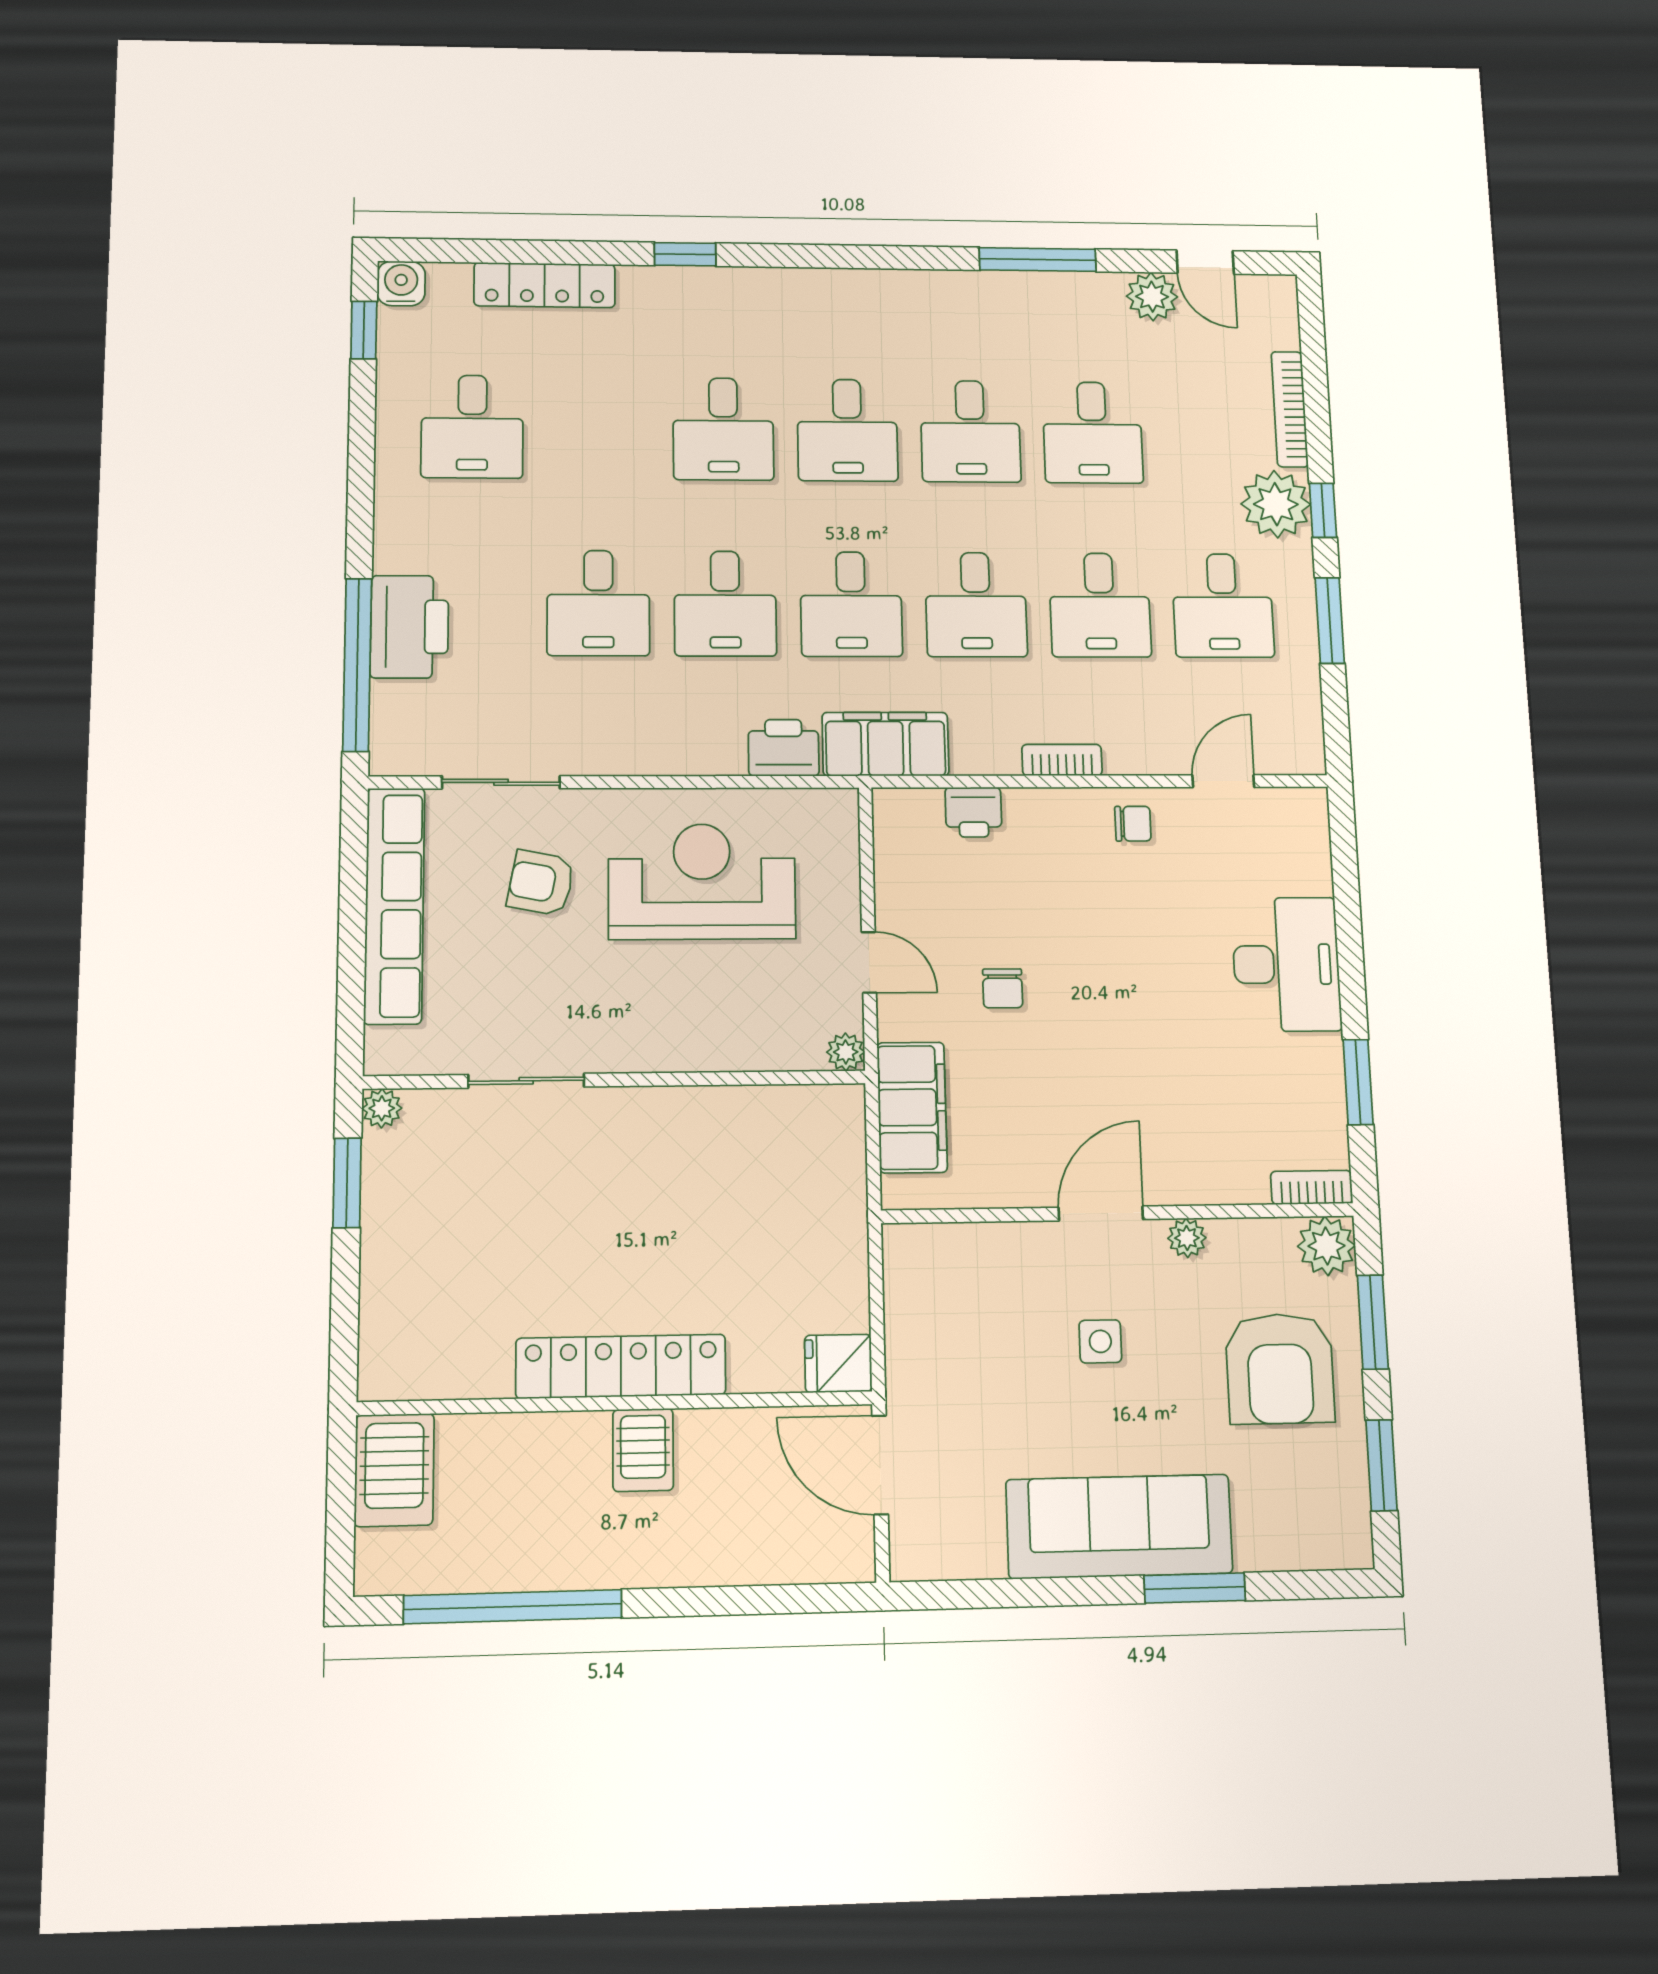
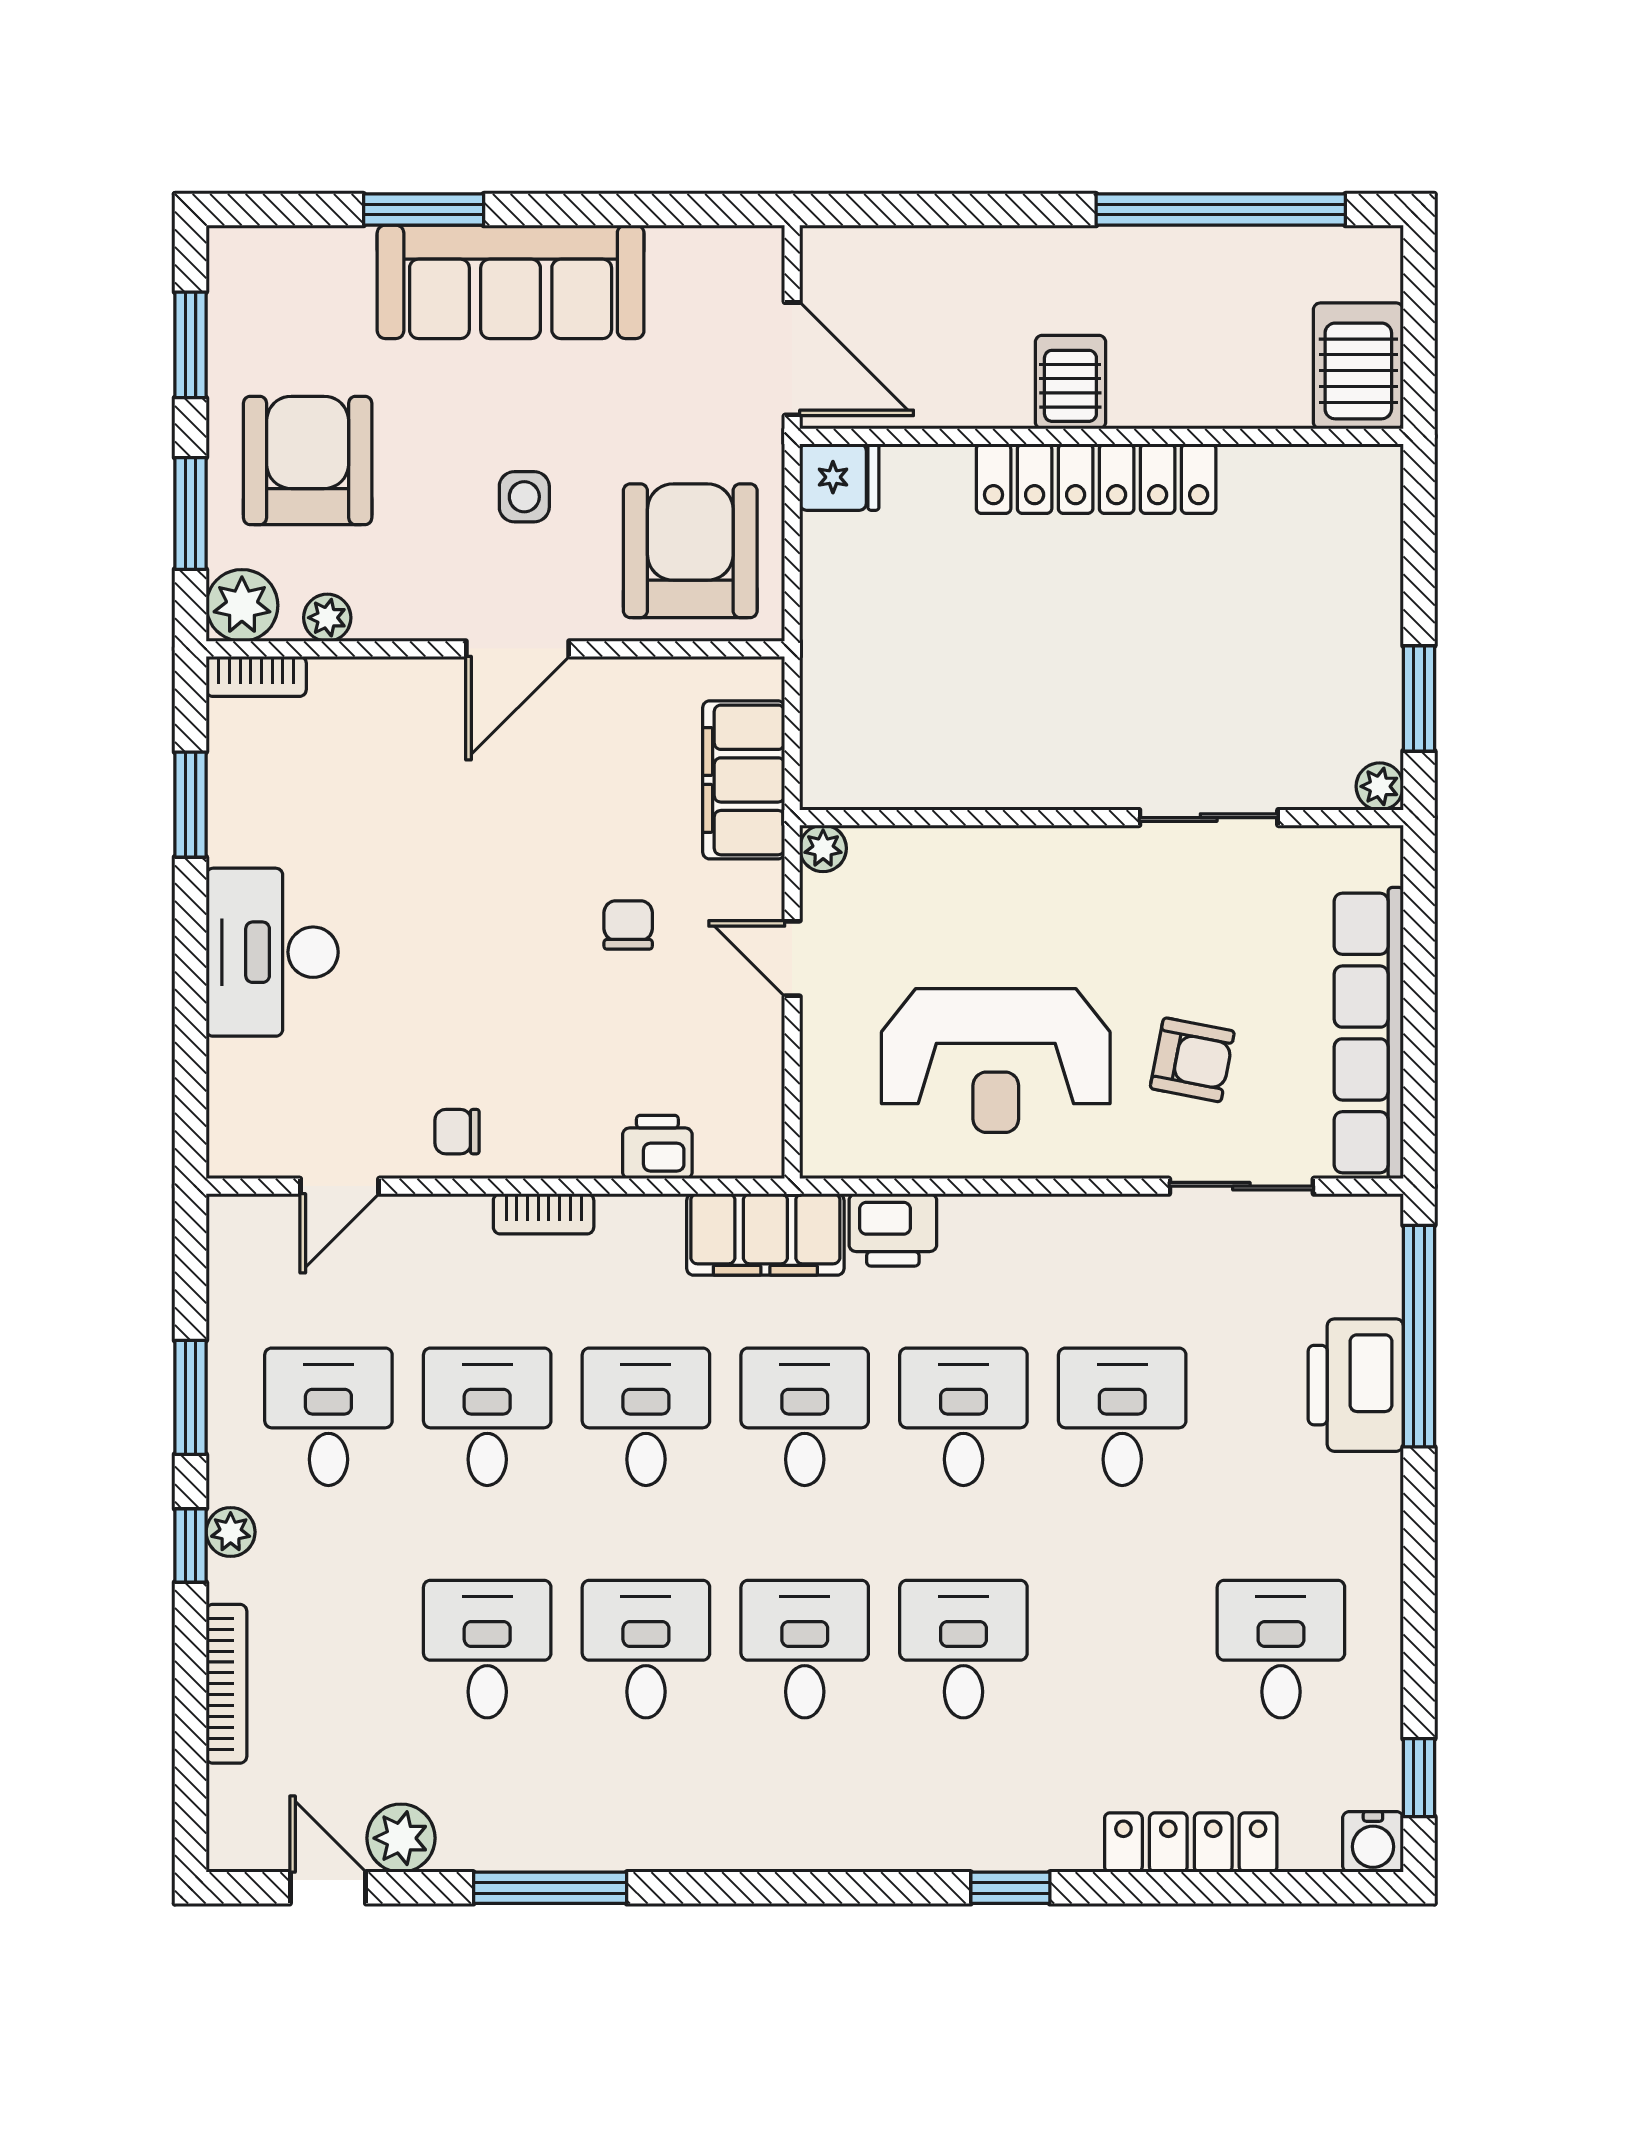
plant: (1276, 504) -> (231, 1532), width x0.53, depth x0.53
plant: (1187, 1238) -> (327, 618), moved
armchair: (961, 1298) -> (690, 551), added

